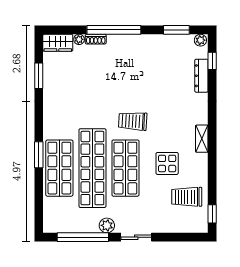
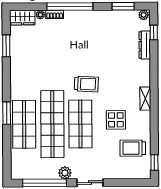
trolley: (133, 121) -> (86, 84), turned 180

